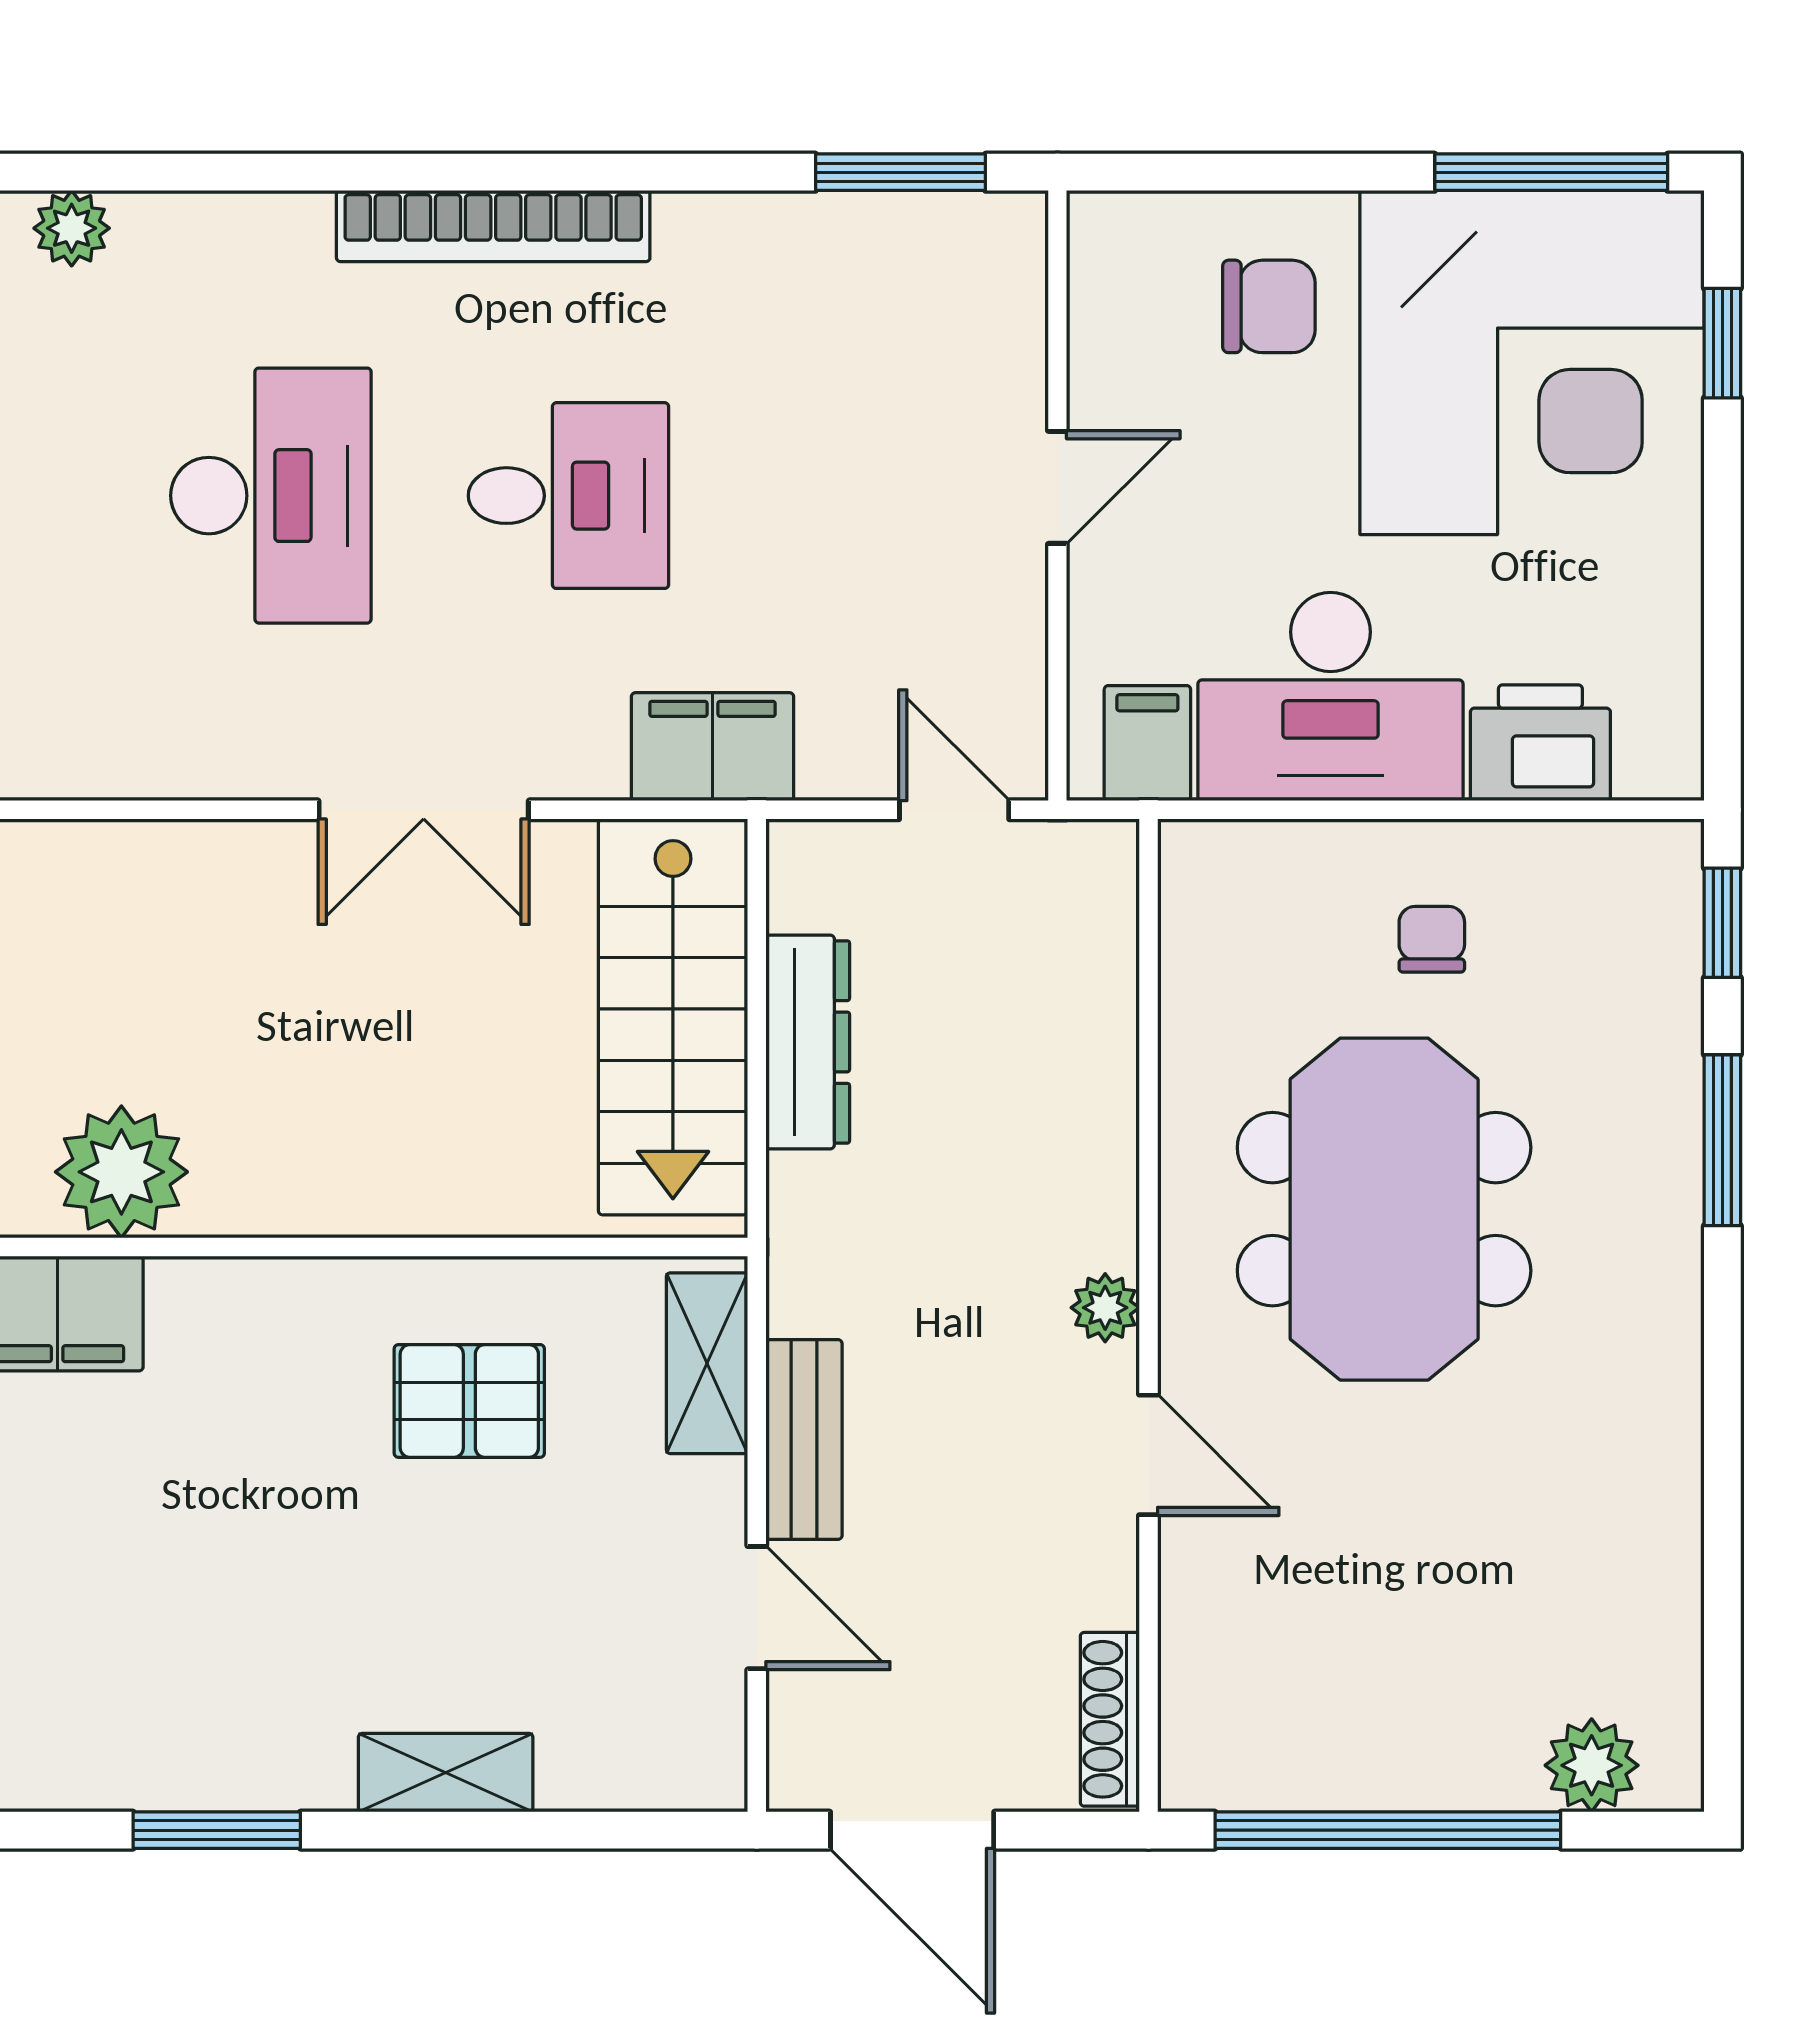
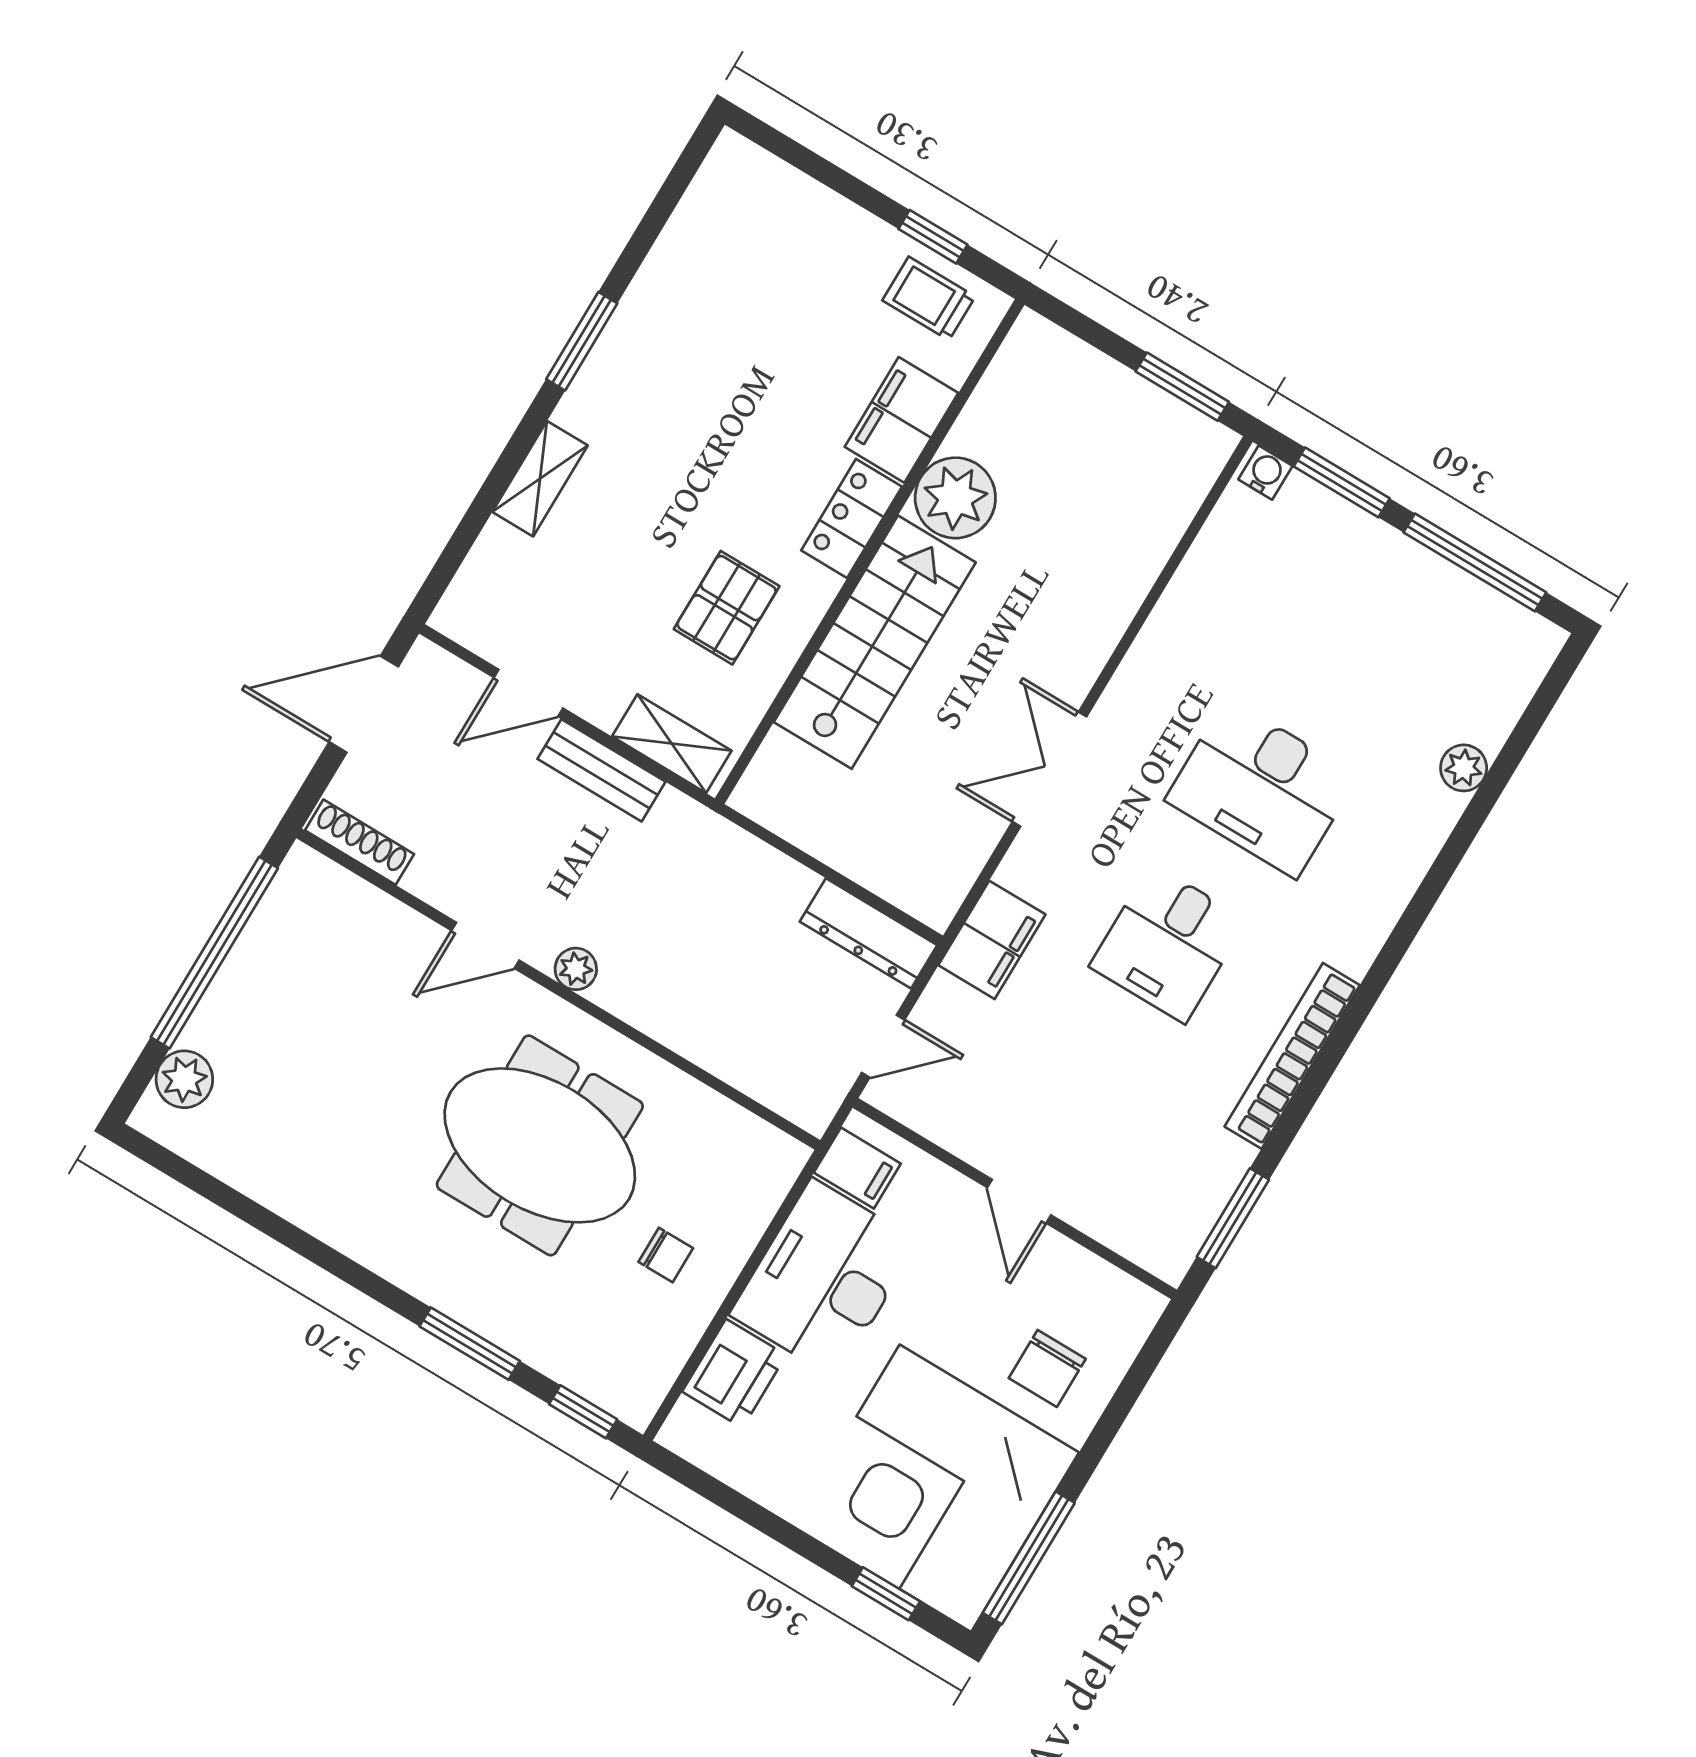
bookcase: (493, 226) -> (1292, 1056), moved
stairs: (673, 1017) -> (875, 642), moved, turned 90
dresser: (808, 1042) -> (869, 933), moved
locker: (238, 1300) -> (852, 518), added

